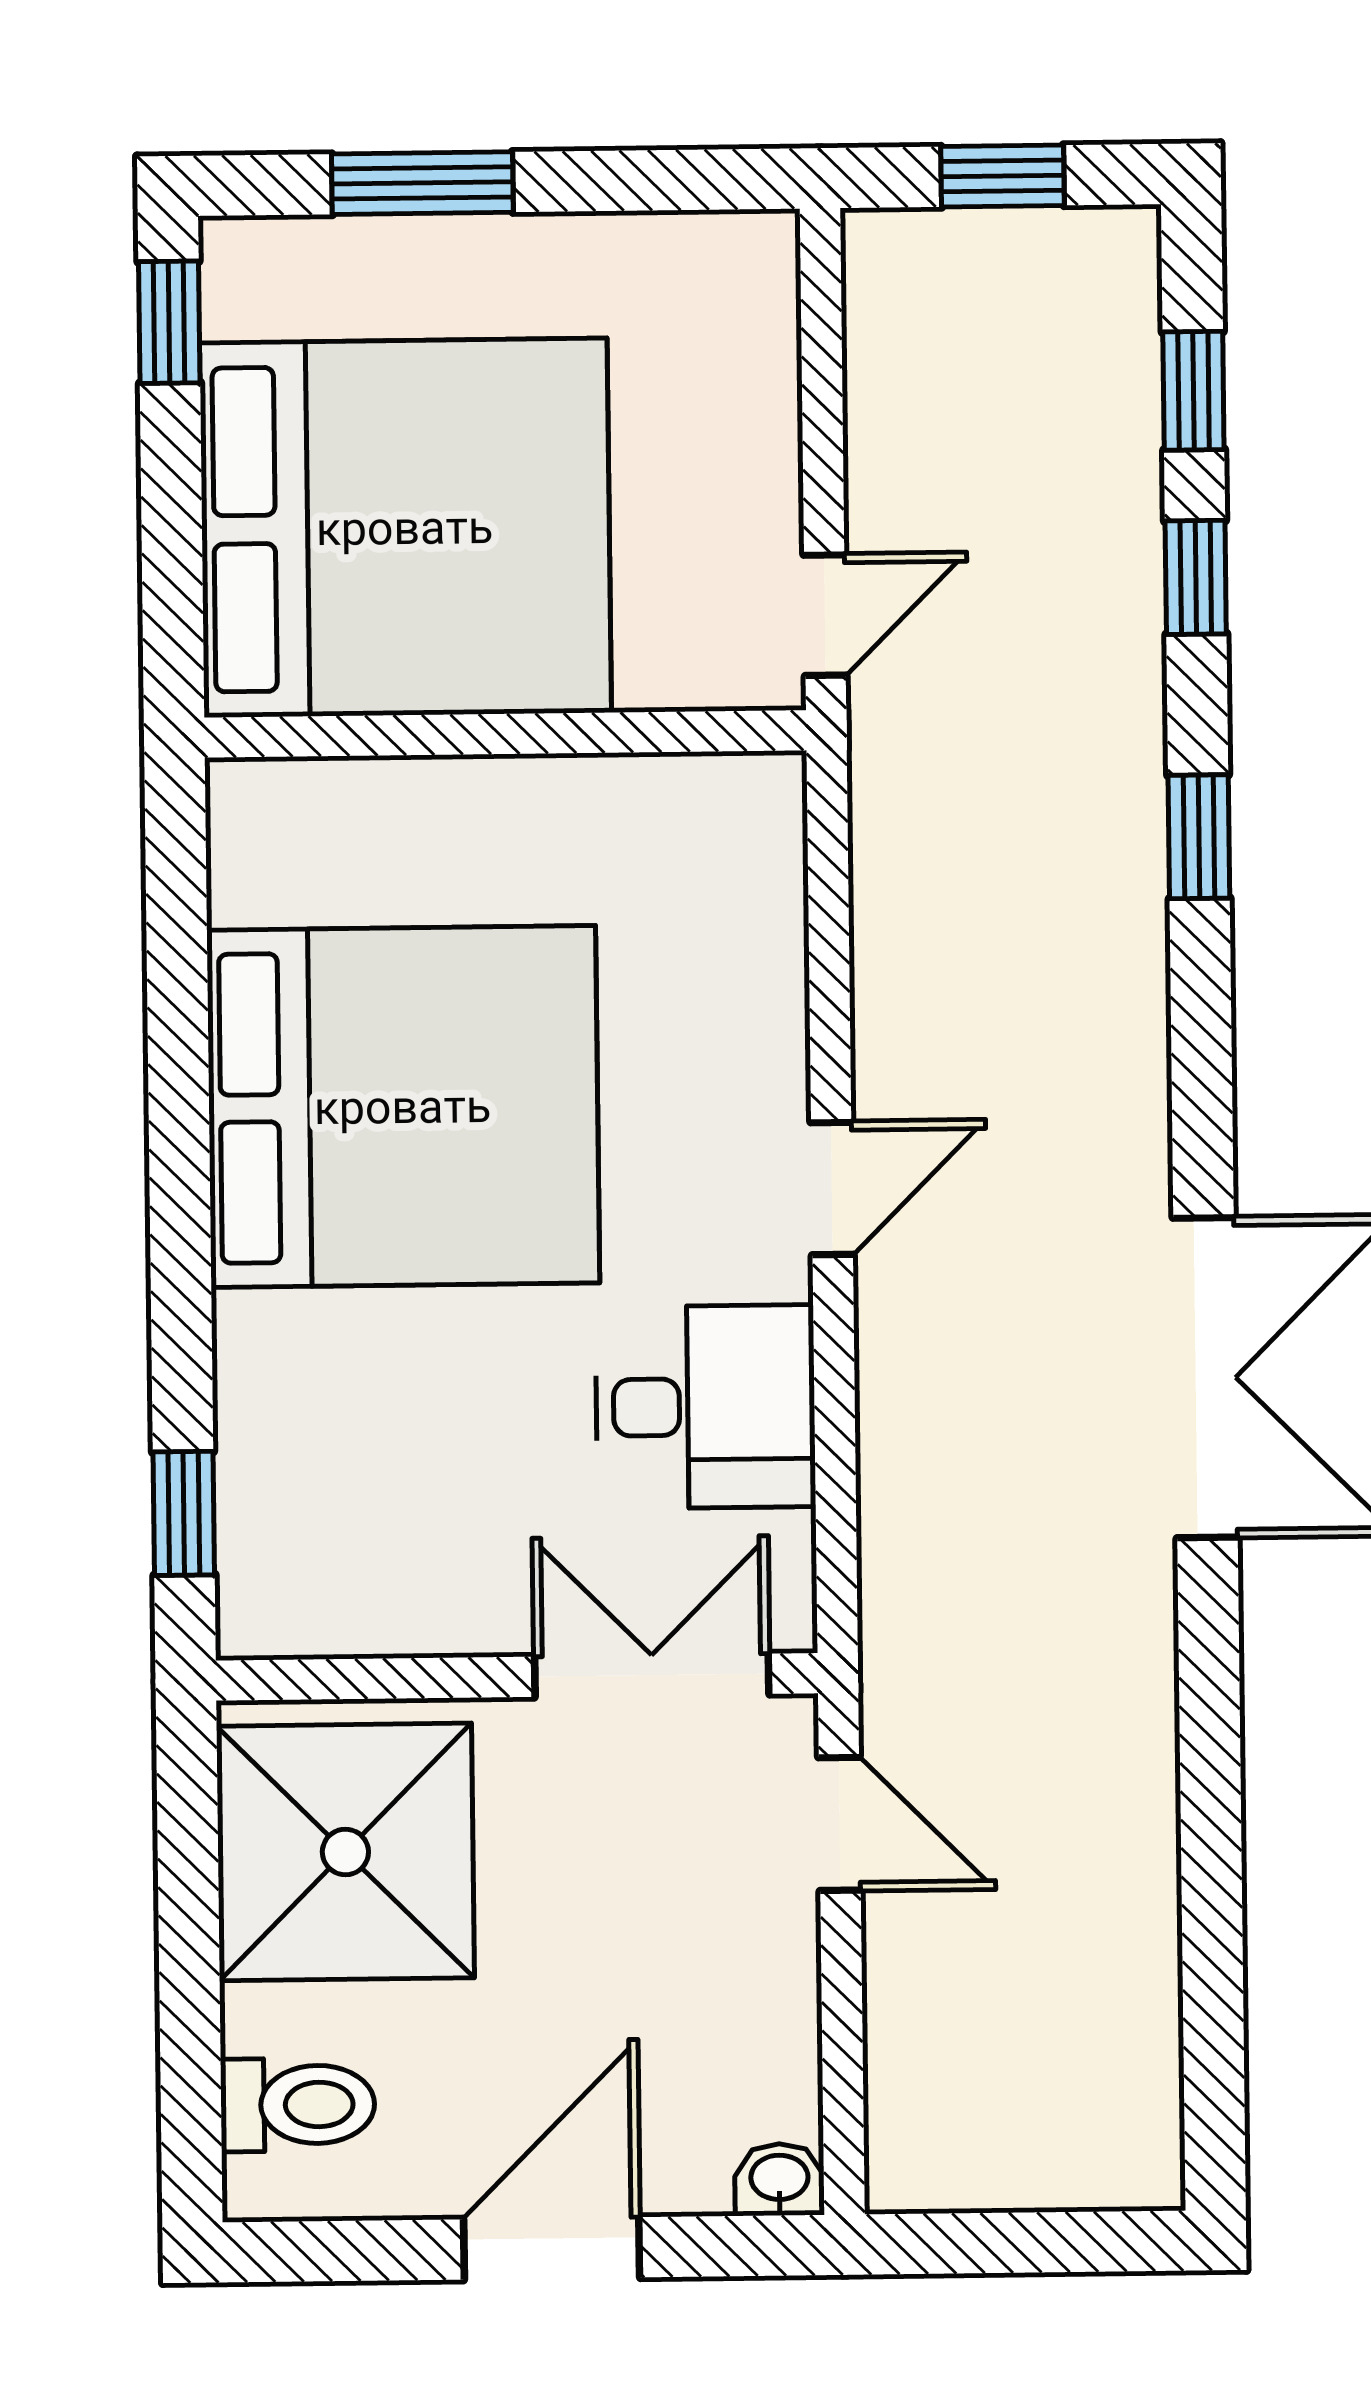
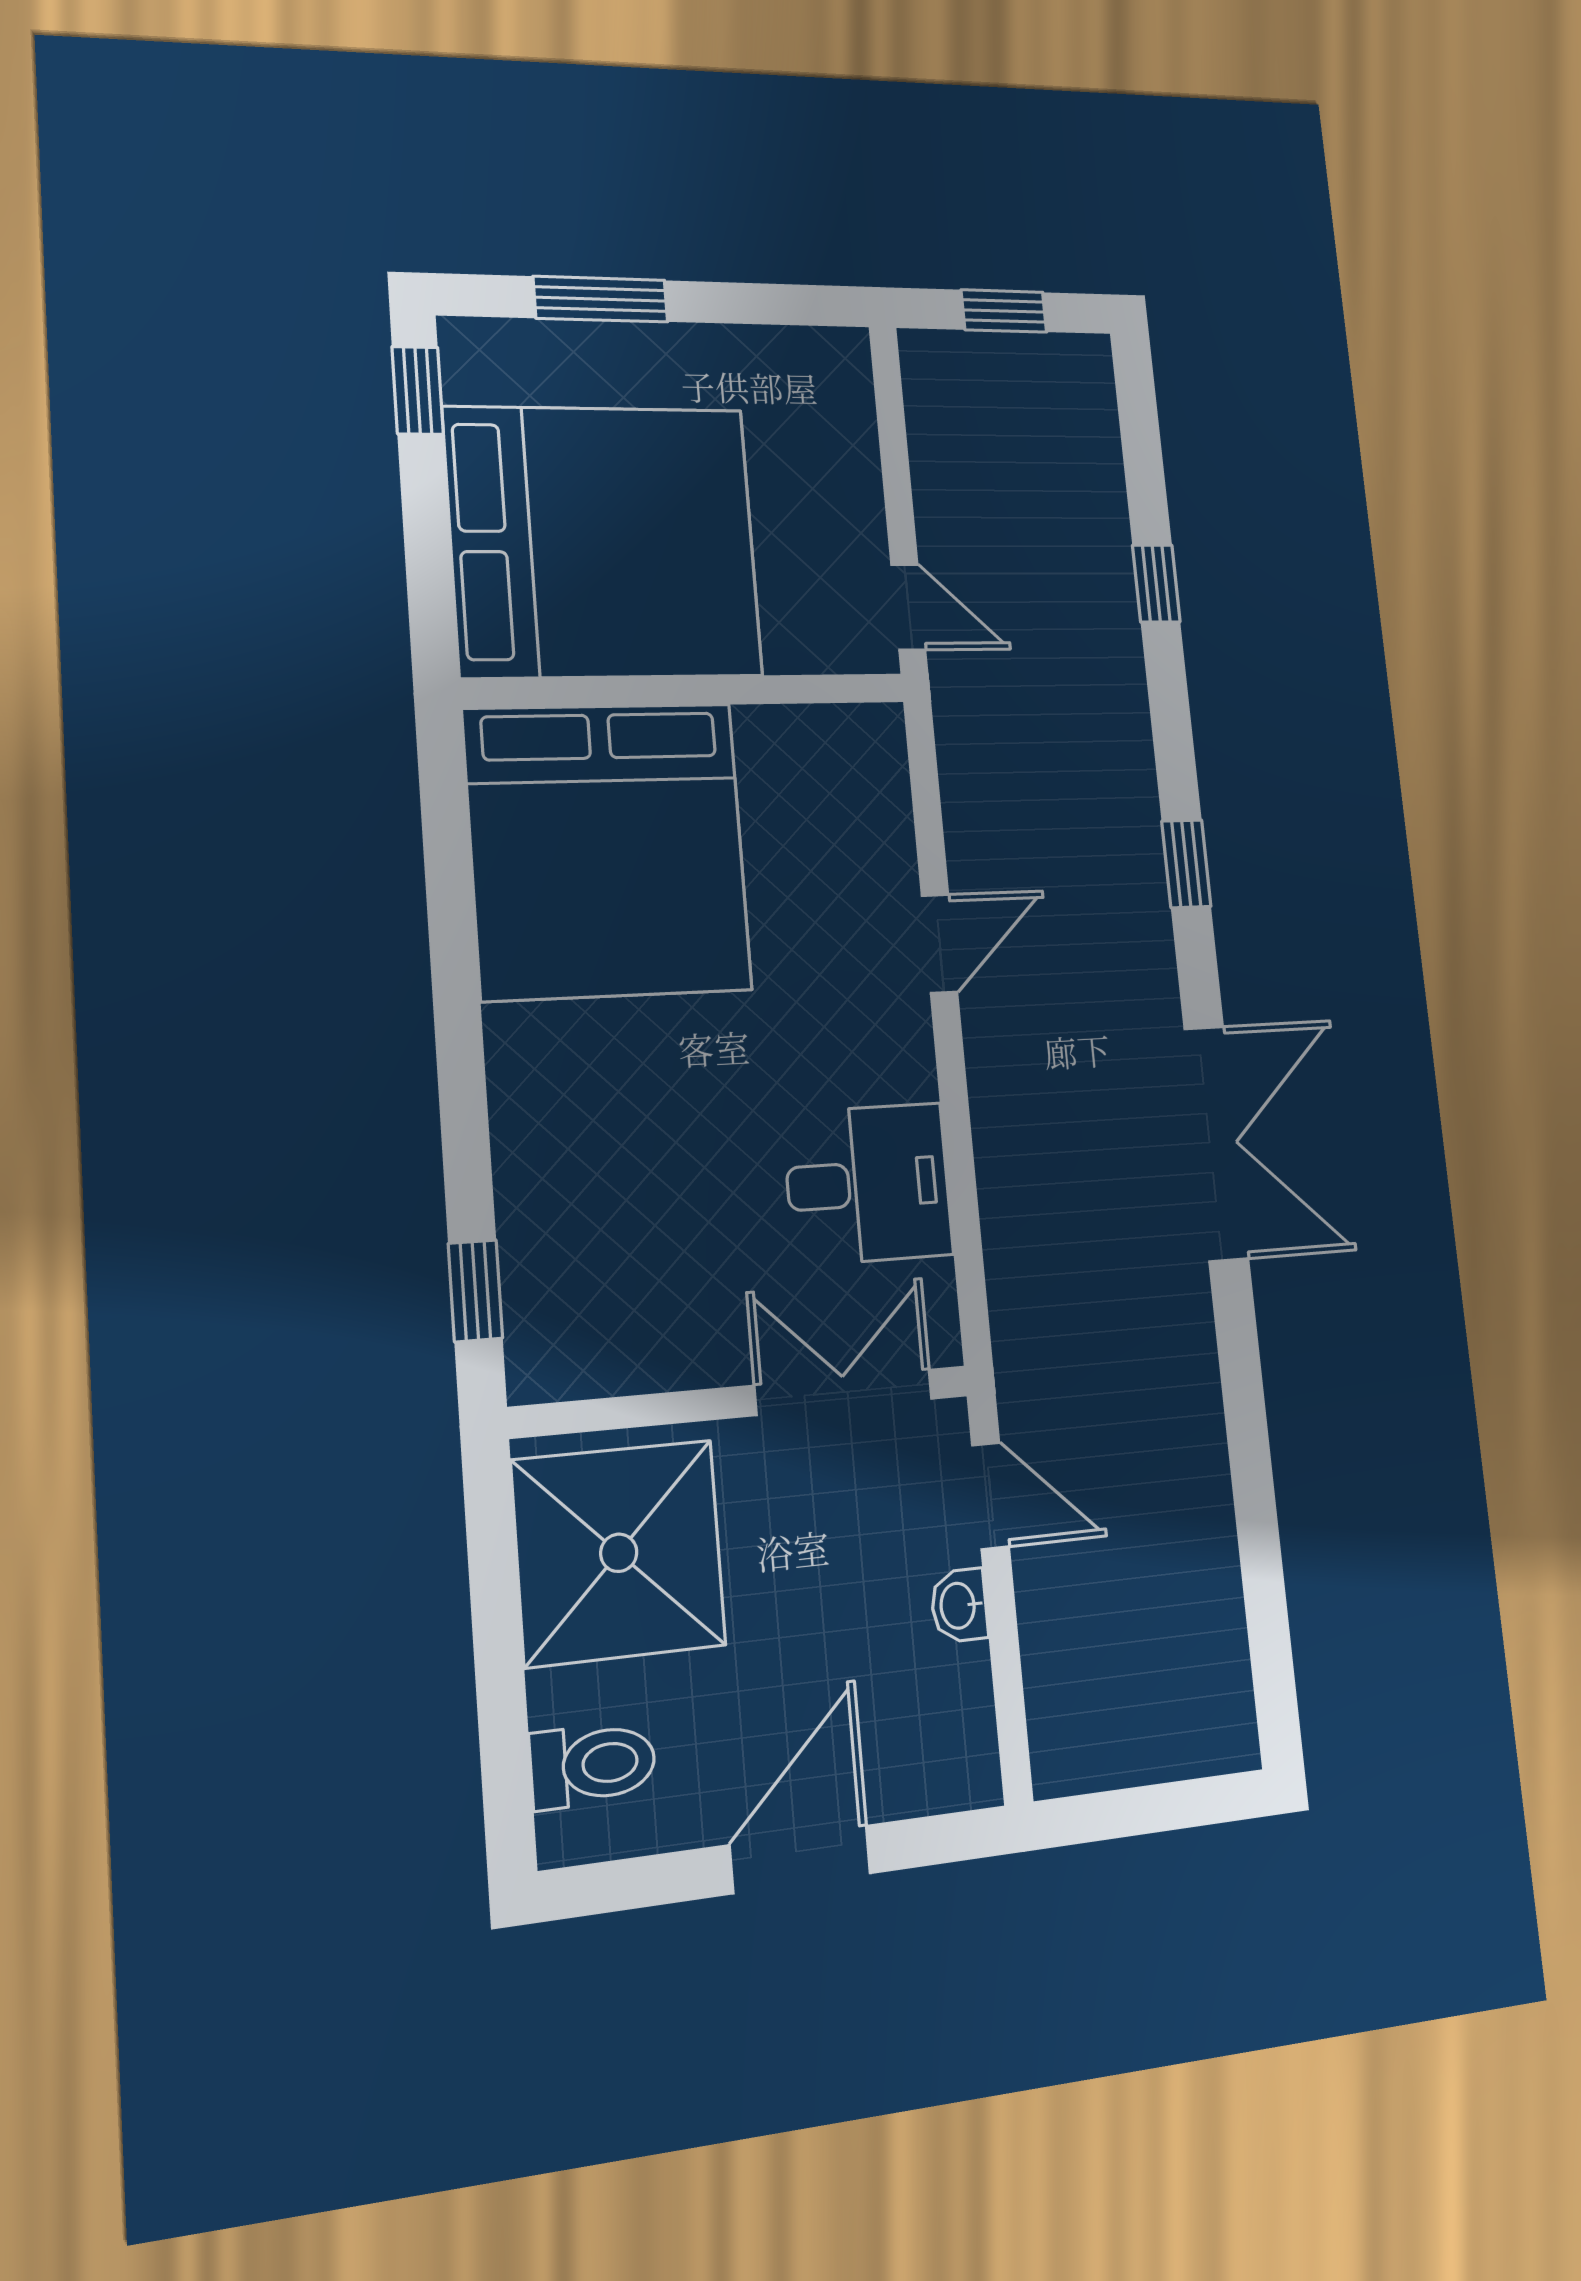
window: (1193, 391) -> (1143, 458), removed
door: (825, 615) -> (908, 607), hinge flipped
window: (1199, 837) -> (1186, 864), moved
bed: (403, 1107) -> (608, 850), moved, turned 90
door: (832, 1188) -> (939, 944), moved
washbasin: (779, 2180) -> (959, 1606), moved, turned -90

